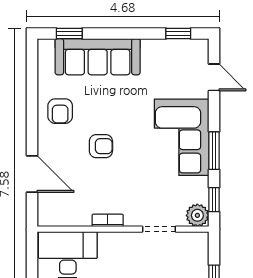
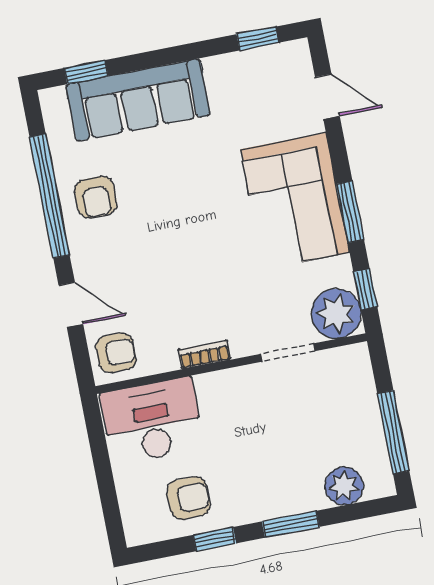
window: (32, 105) -> (49, 196), added
armchair: (101, 146) -> (116, 353), moved
door: (32, 174) -> (71, 305), width x0.73
plant: (197, 215) -> (336, 314), width x1.36, depth x1.36

